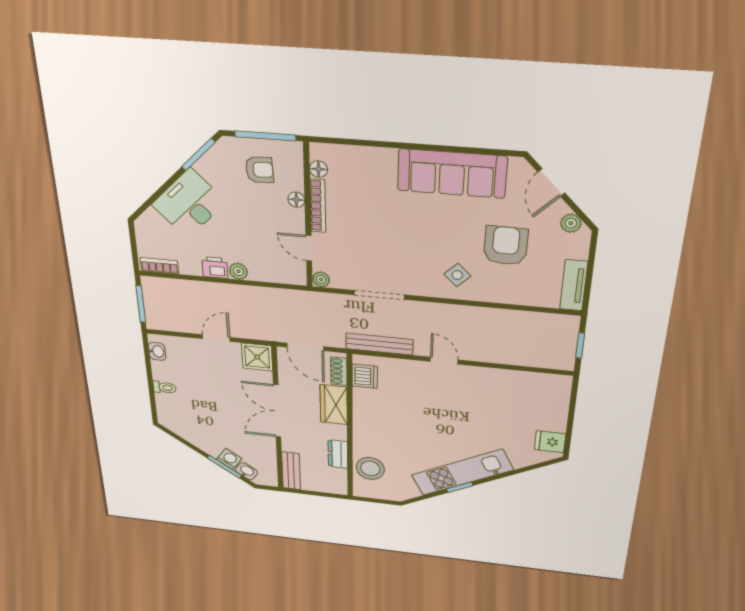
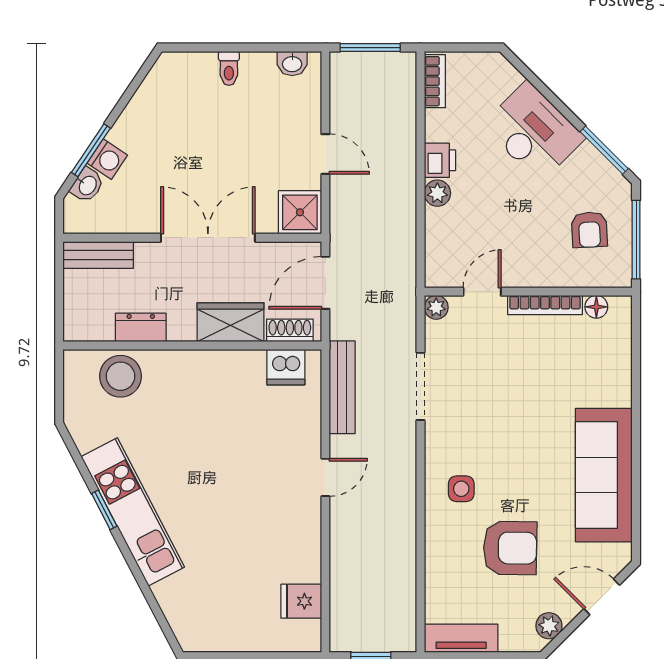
floor lamp: (296, 200) -> (551, 277), removed
side table: (457, 275) -> (461, 489), turned 45
fridge: (550, 442) -> (301, 601), moved, turned -90

